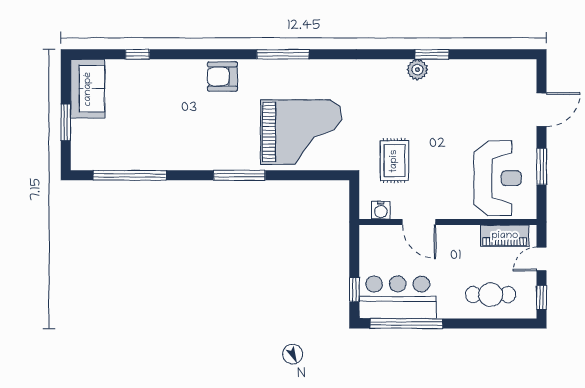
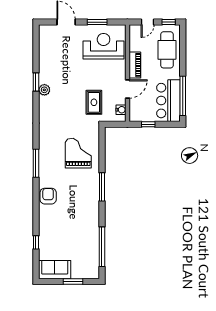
armchair: (222, 77) -> (48, 196), turned 180
grand piano: (301, 132) -> (78, 153), width x0.73, depth x0.68
rug: (394, 161) -> (94, 102), turned 90
piano: (505, 236) -> (135, 65), moved
door: (542, 259) -> (148, 22), hinge flipped
window: (354, 289) -> (148, 124), moved
cafe table: (491, 295) -> (167, 50), width x1.37, depth x1.35

